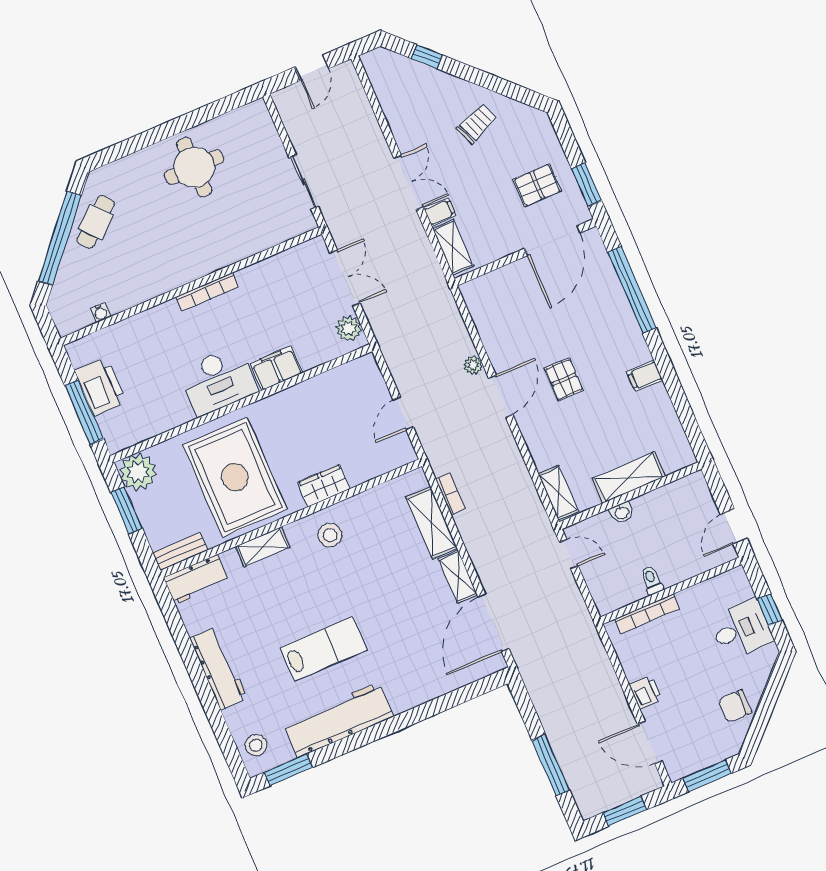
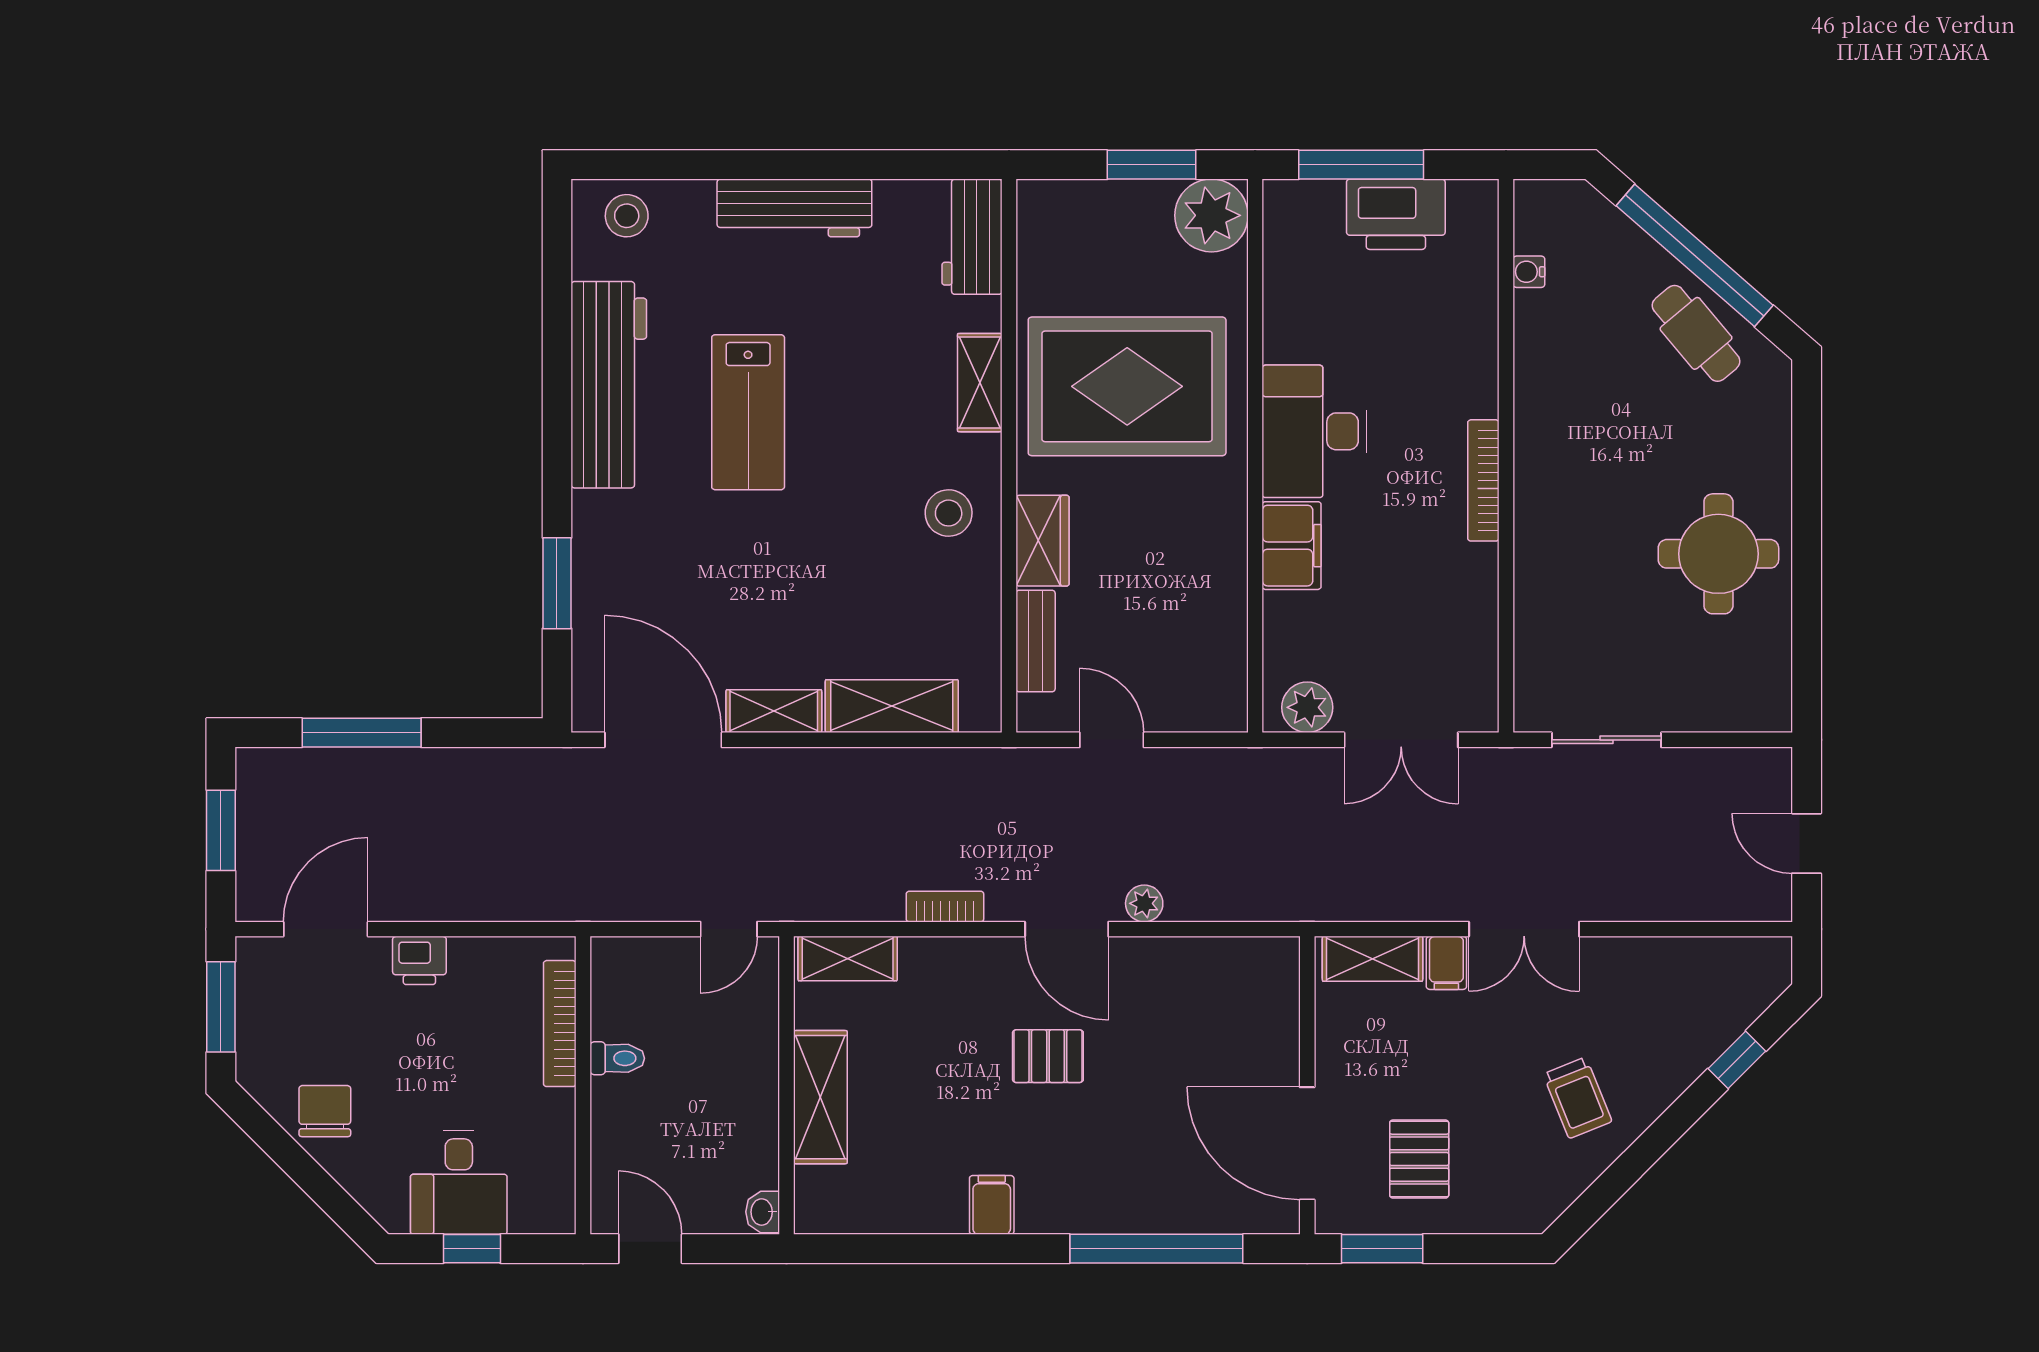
bookcase: (450, 494) -> (945, 907), moved, turned 180
washbasin: (622, 513) -> (763, 1212), moved
bench: (180, 551) -> (1036, 641), moved
window: (288, 770) -> (557, 583), moved

